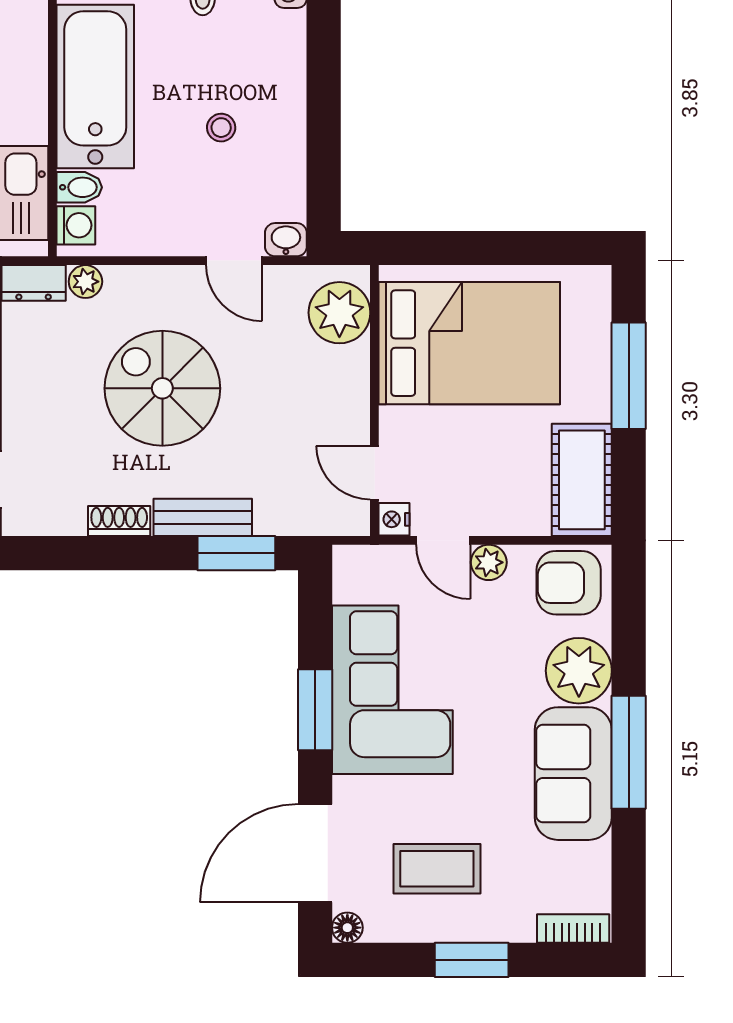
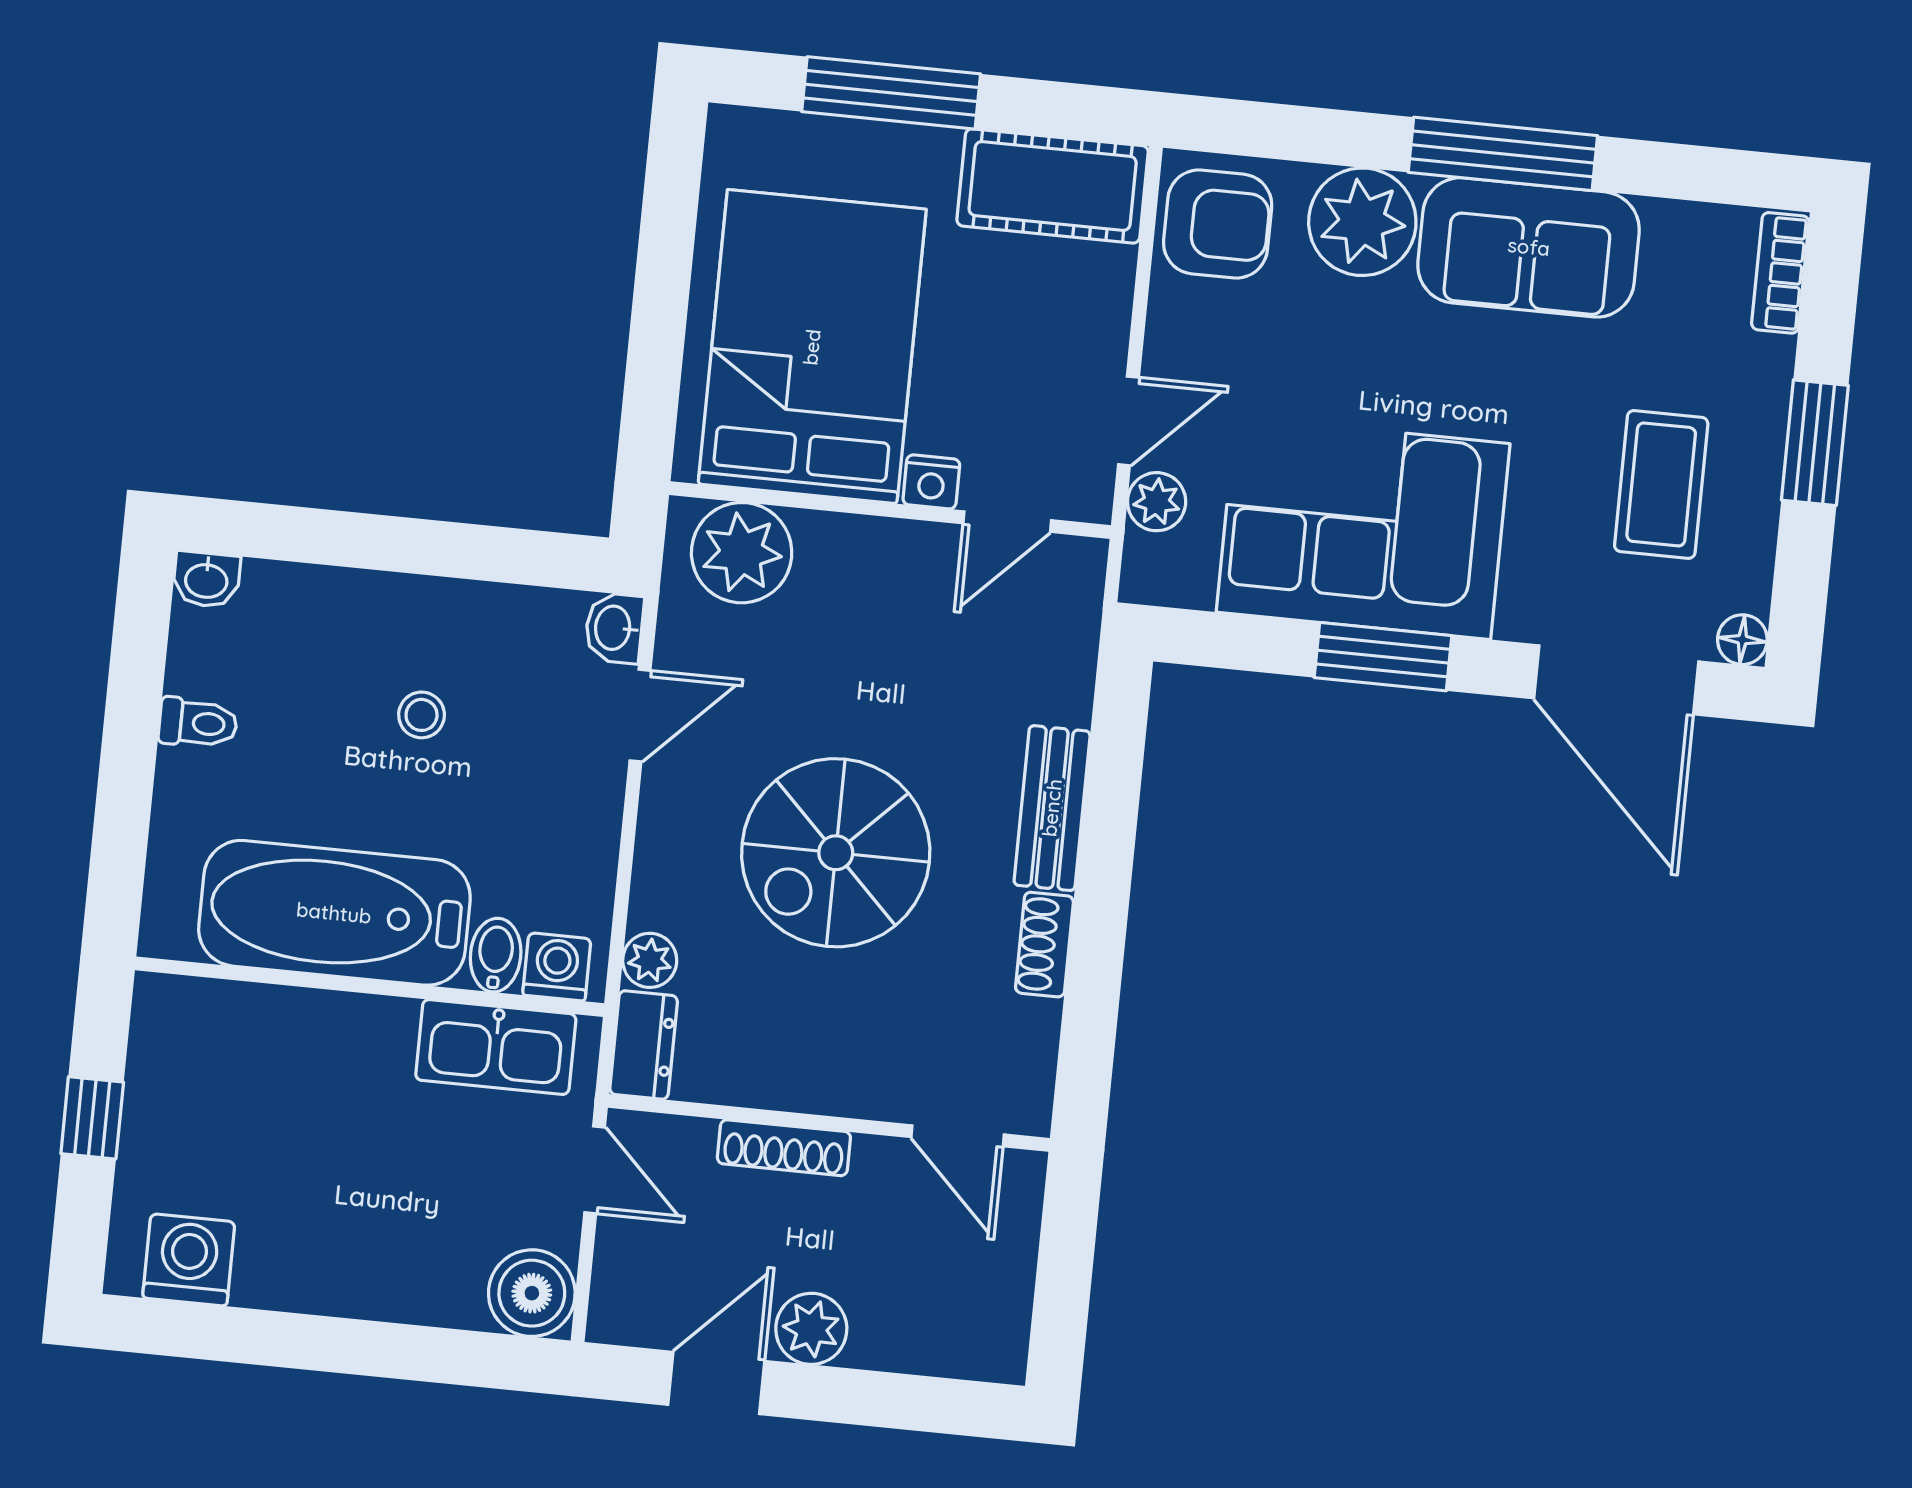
nightstand: (394, 519) -> (931, 482), moved
window: (236, 553) -> (1116, 759), removed
plant: (489, 562) -> (1157, 502), moved
armchair: (569, 583) -> (1218, 224), turned -90

